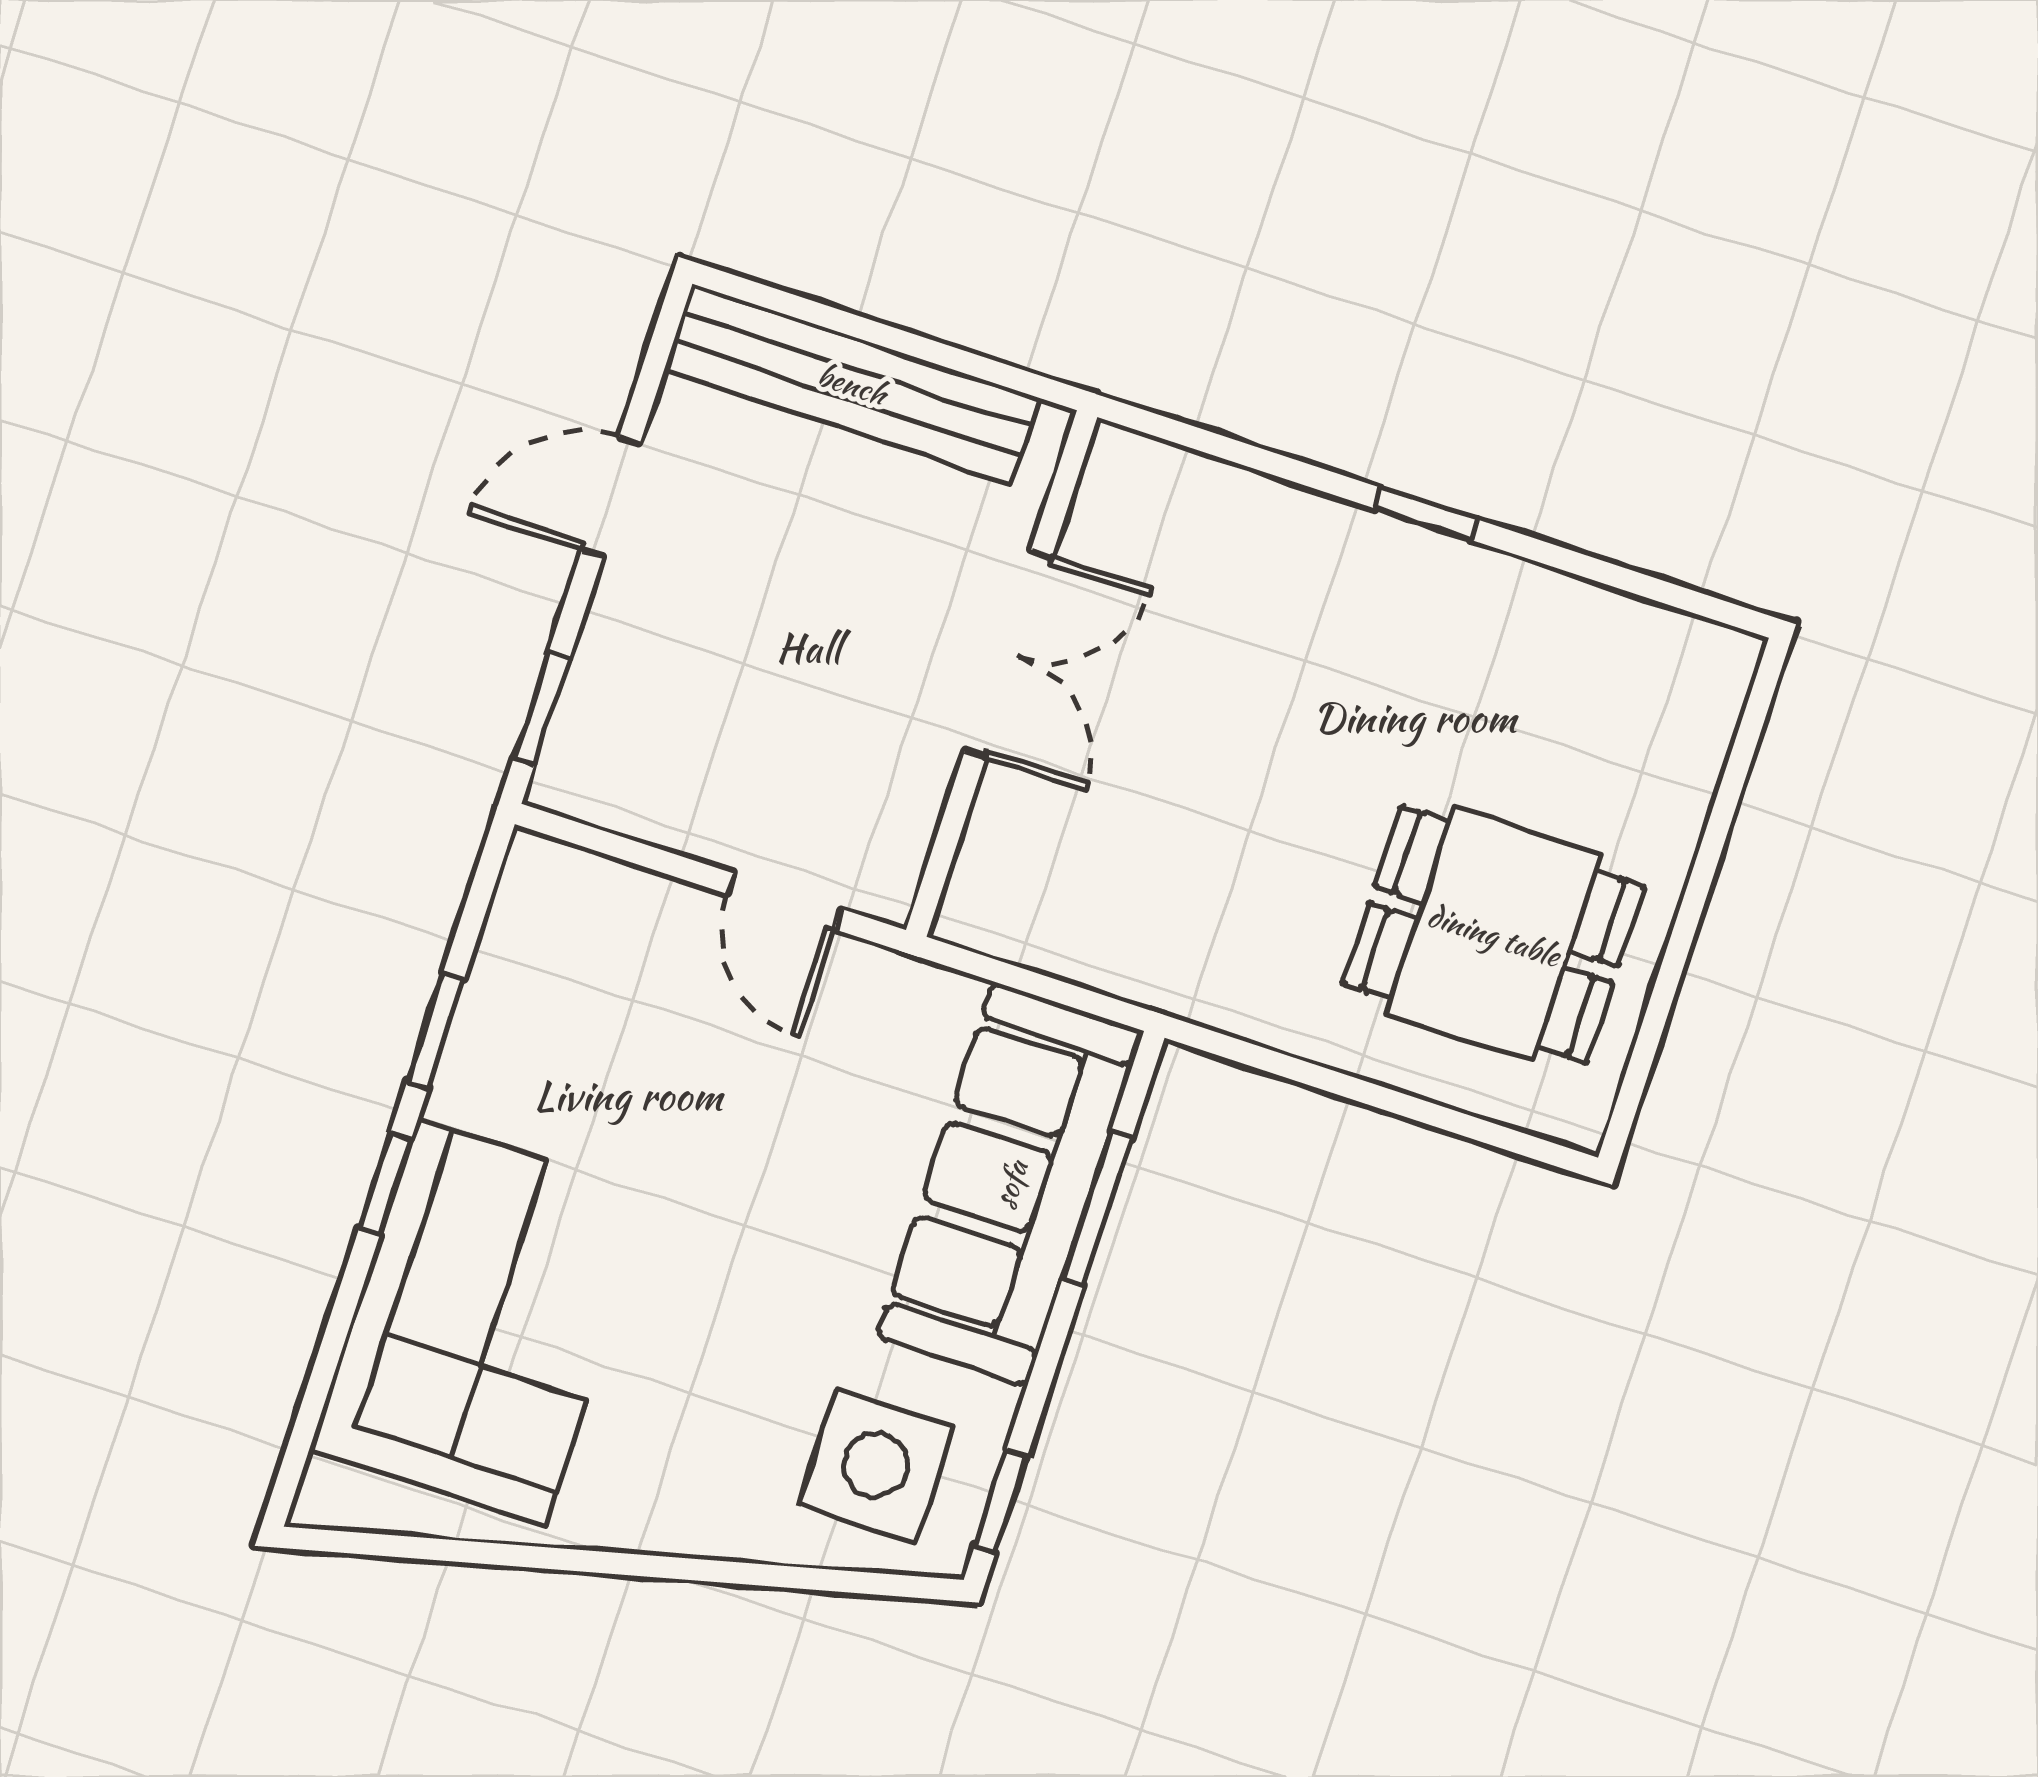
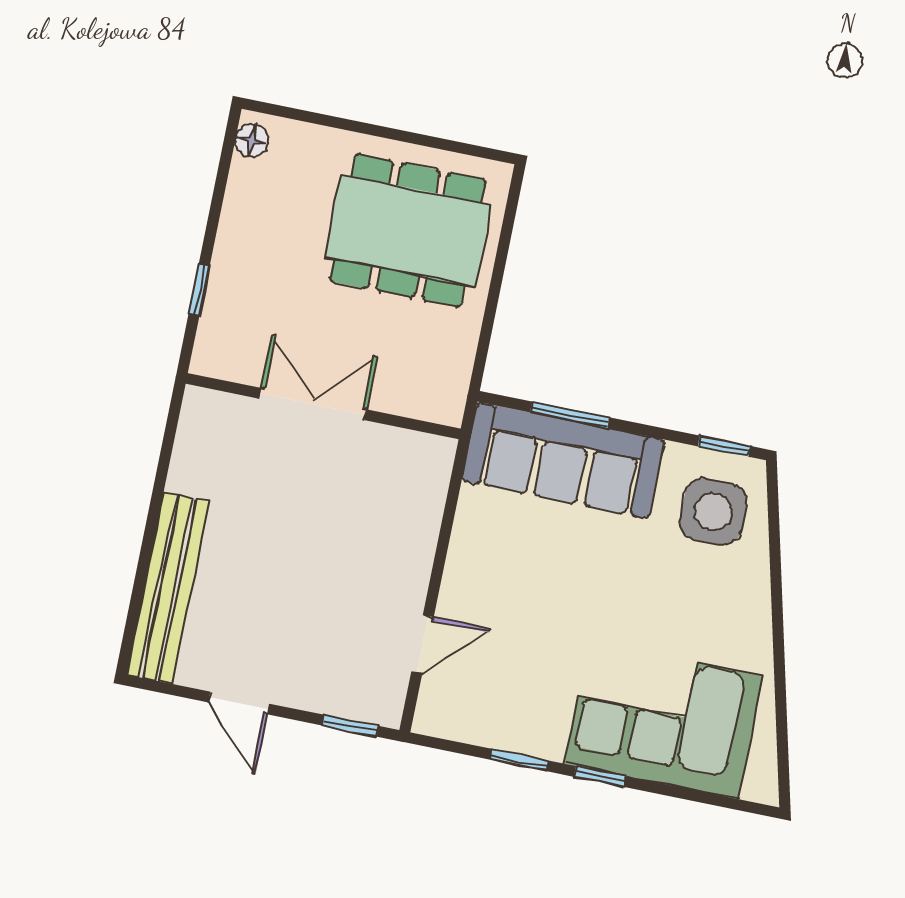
floor lamp: (1705, 651) -> (252, 140), added
double door: (1008, 654) -> (313, 404), moved
wall: (1002, 674) -> (323, 406), moved
door: (784, 901) -> (422, 644), moved
dining table: (1494, 935) -> (408, 230), width x1.37

